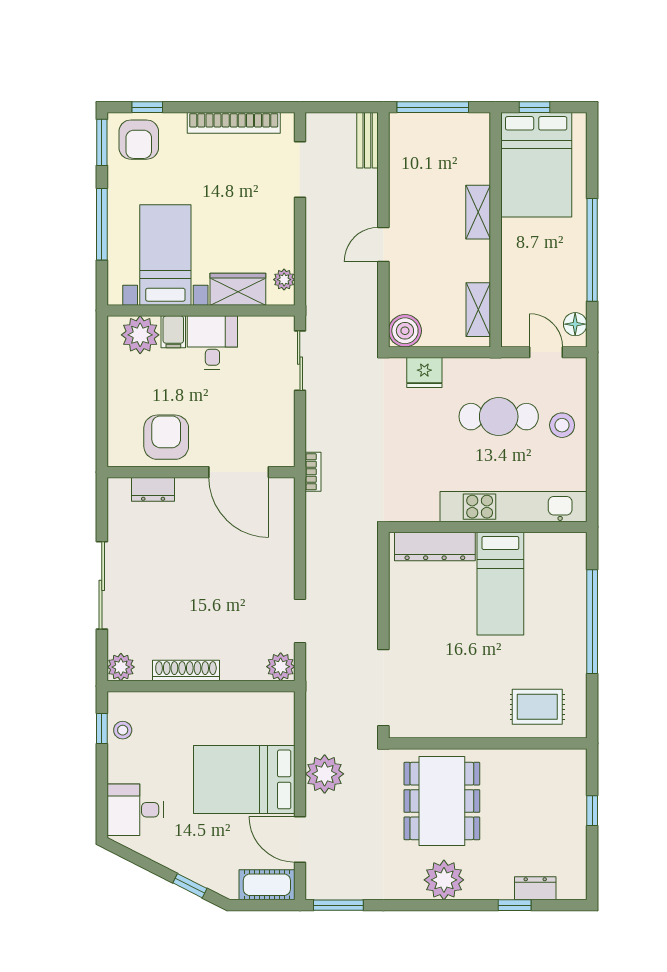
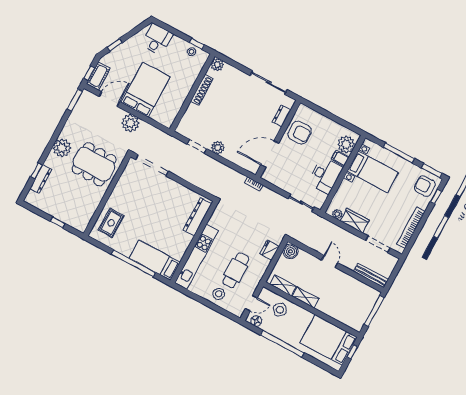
bench: (368, 140) -> (371, 275), width x1.36
shelving: (478, 212) -> (306, 297), moved
wardrobe: (238, 289) -> (355, 221), moved, turned -90
side table: (529, 290) -> (280, 310), added
desk: (212, 343) -> (325, 175), width x1.37
bed: (500, 584) -> (155, 260), moved
sliding door: (102, 585) -> (269, 82), moved
plant: (281, 667) -> (218, 148), moved
dresser: (535, 888) -> (41, 179), width x1.44
window: (271, 905) -> (89, 73), added

